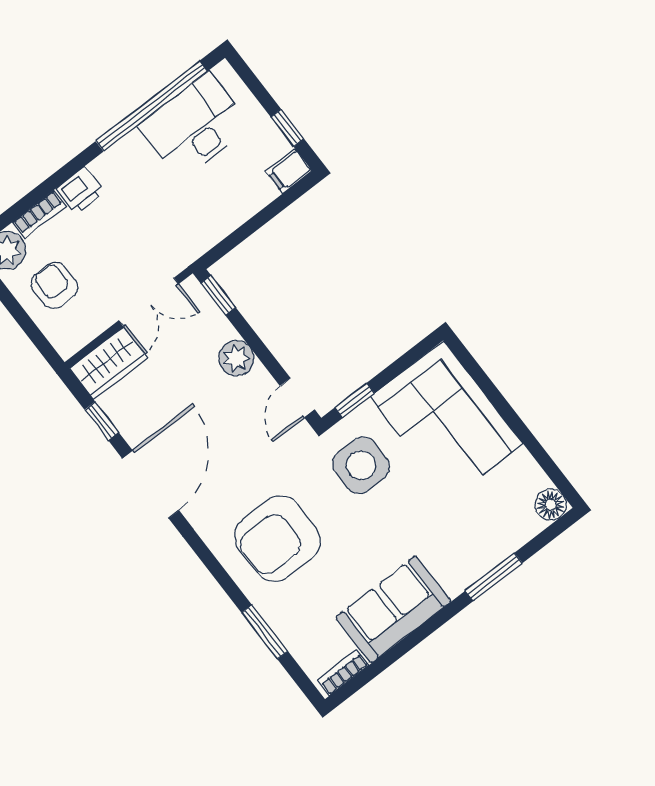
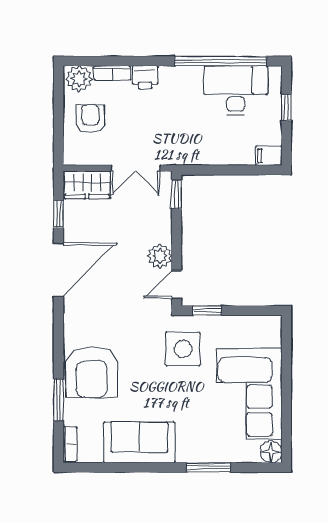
window: (287, 128) -> (286, 107), moved
plant: (236, 358) -> (160, 256), moved
corner sofa: (446, 420) -> (249, 394), moved
armchair: (277, 539) -> (92, 372), moved, turned -90
bookcase: (343, 672) -> (70, 444), moved, turned 90

